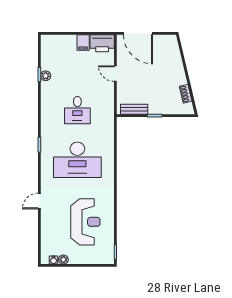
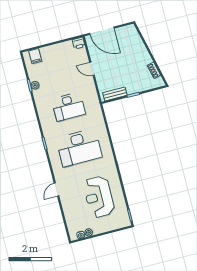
filing cabinet: (83, 42) -> (35, 56), moved
printer: (102, 43) -> (79, 43), width x0.53, depth x0.68
desk: (77, 110) -> (68, 107), width x1.37
reception desk: (85, 222) -> (99, 197), turned 180

